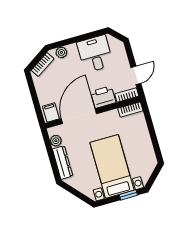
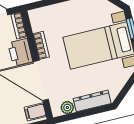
bookcase: (130, 110) -> (41, 45), moved

